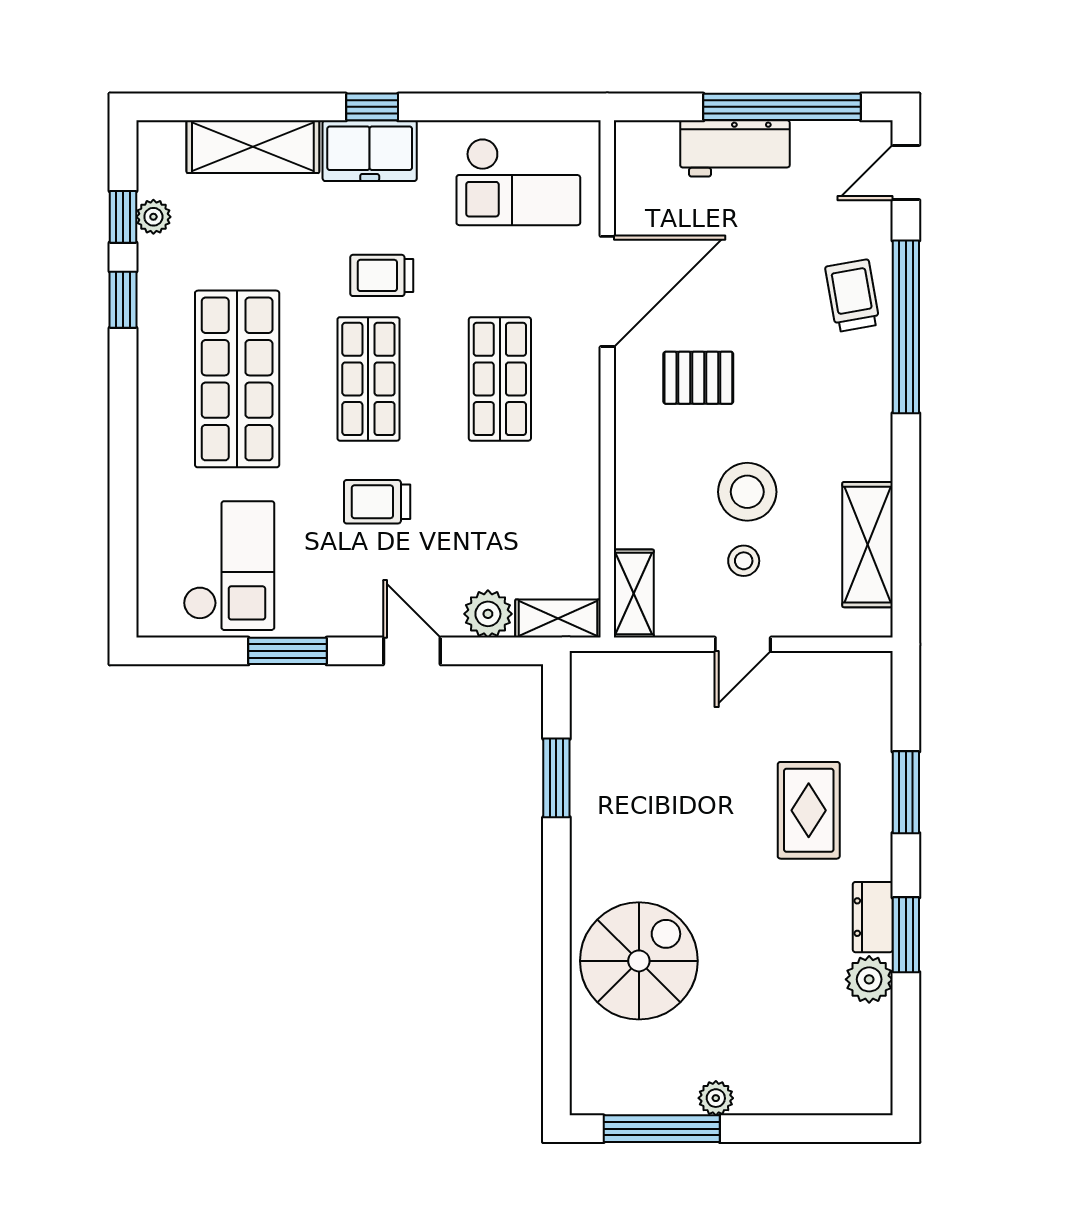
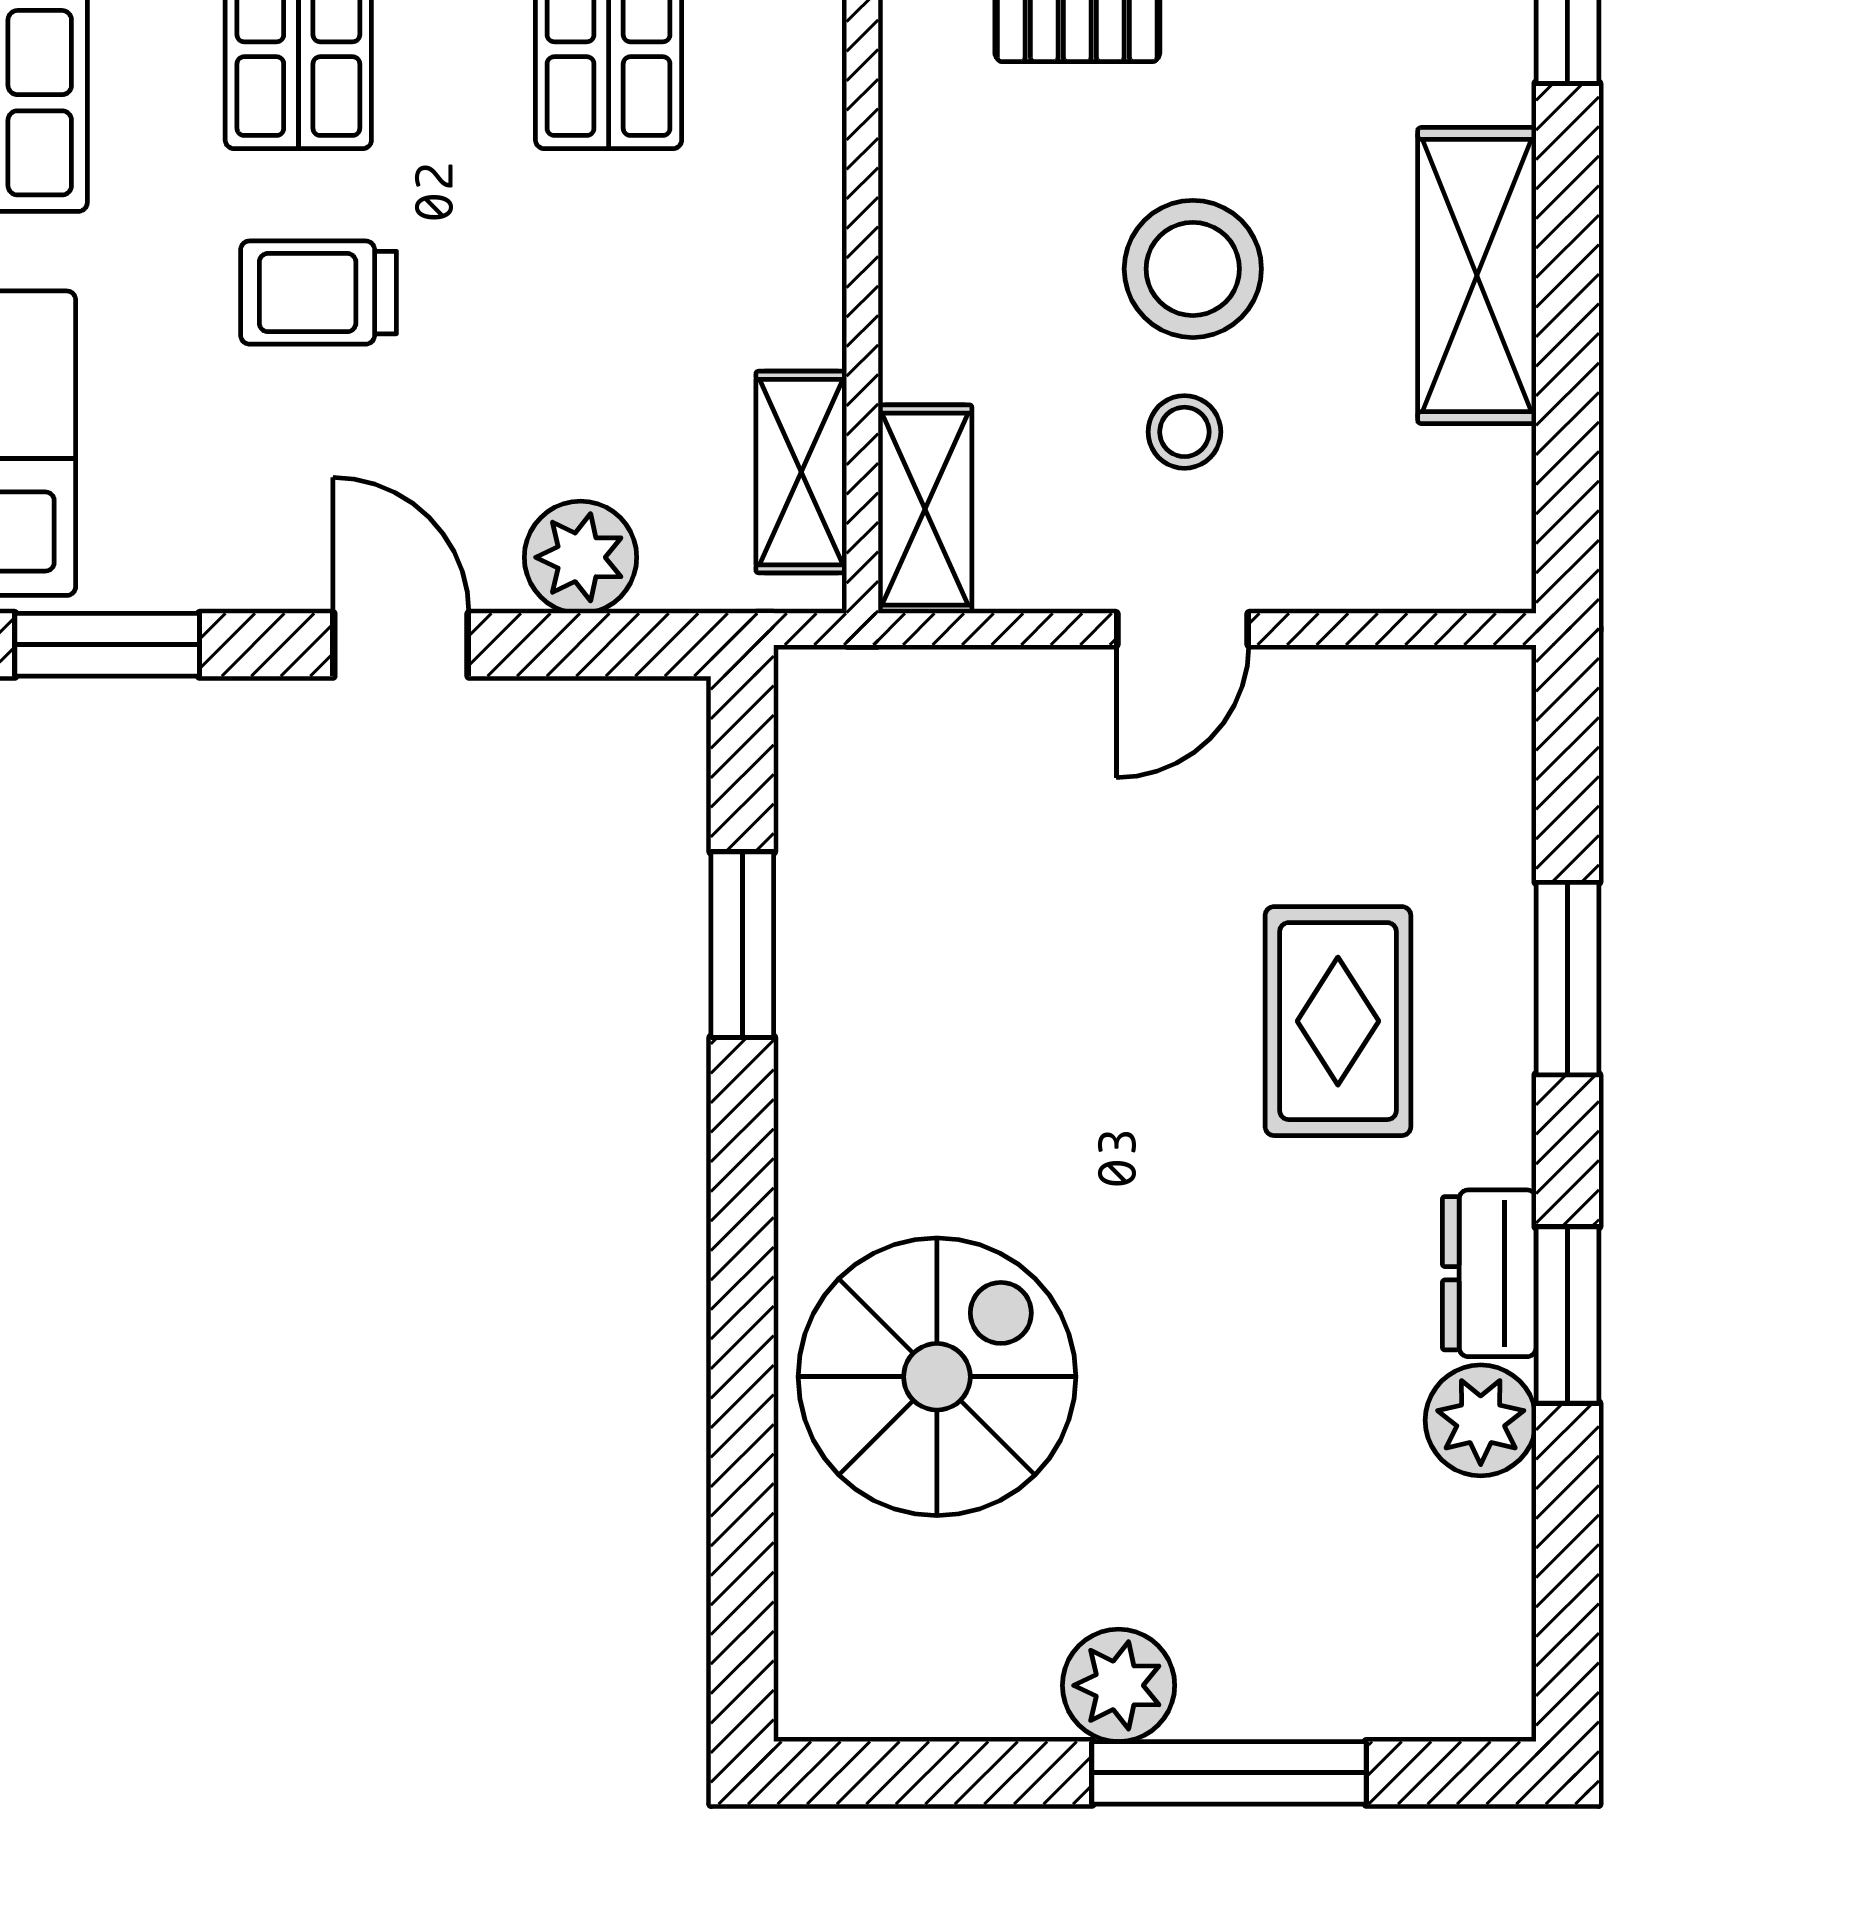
shelving: (868, 545) -> (1477, 276), moved
shelving: (558, 618) -> (801, 472), moved, turned 90
plant: (716, 1098) -> (1119, 1685), width x1.38, depth x1.38
window: (662, 1129) -> (1229, 1773), moved

